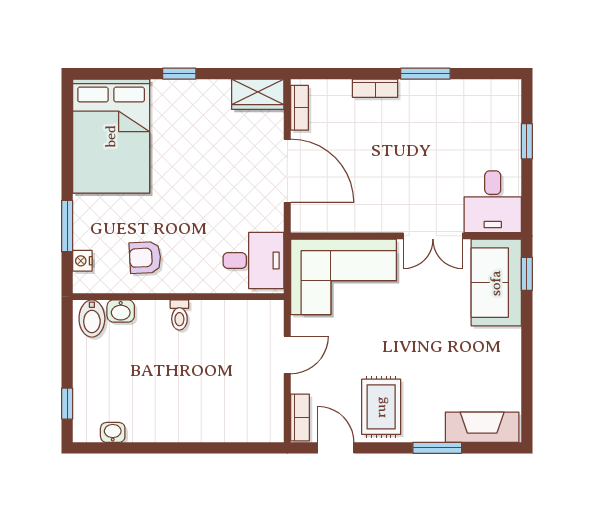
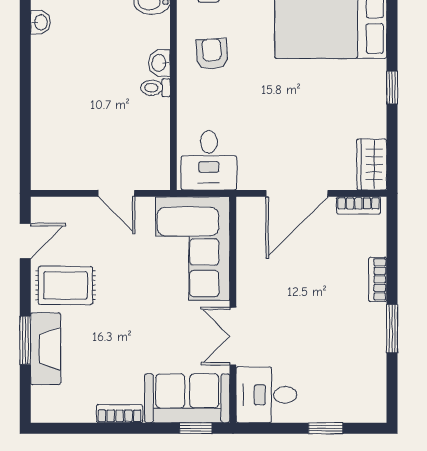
washbasin: (121, 311) -> (159, 63), moved
bookcase: (300, 417) -> (120, 414), moved, turned 180
fireplace: (482, 427) -> (46, 349), moved

